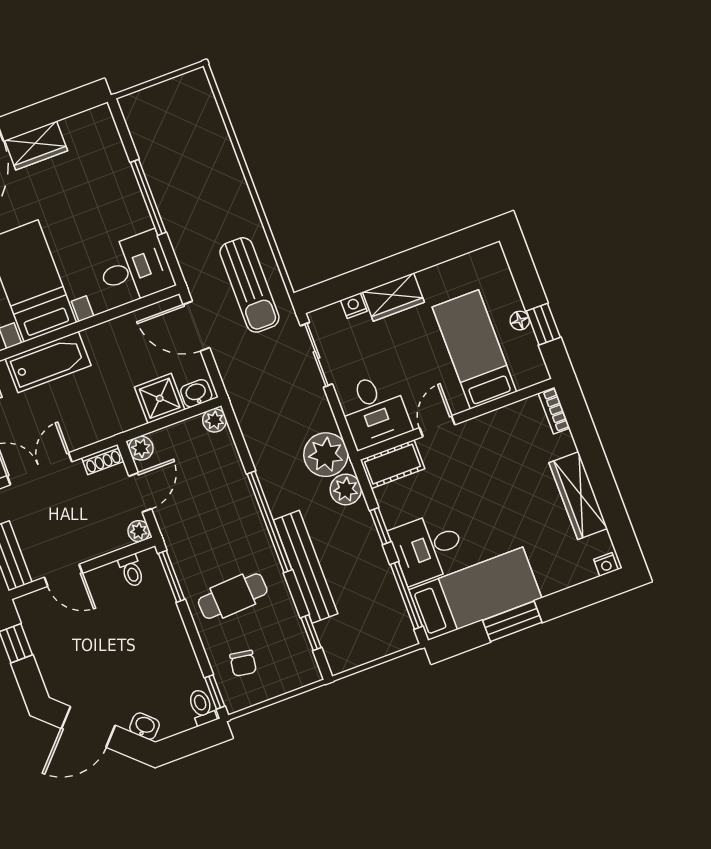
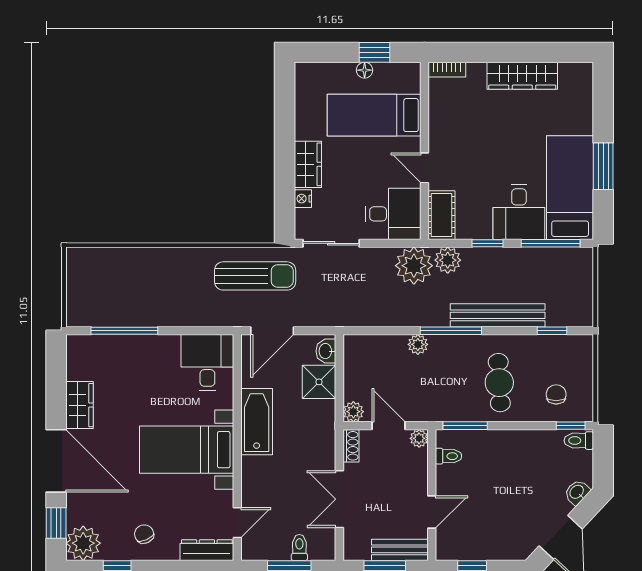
window: (148, 197) -> (124, 331), moved
bathtub: (48, 362) -> (257, 422), moved
plant: (215, 420) -> (418, 344), moved
window: (270, 522) -> (451, 331), width x0.68
nightstand: (606, 564) -> (586, 74), removed
chair: (243, 663) -> (556, 394), turned -99

